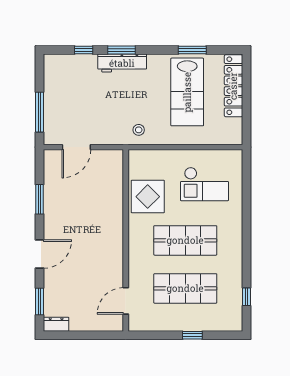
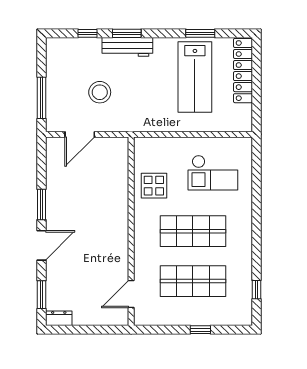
stool: (139, 130) -> (100, 92), moved, width x1.89, depth x1.89
display table: (148, 197) -> (154, 186), width x0.73, depth x0.73
window: (40, 199) -> (42, 205), moved

